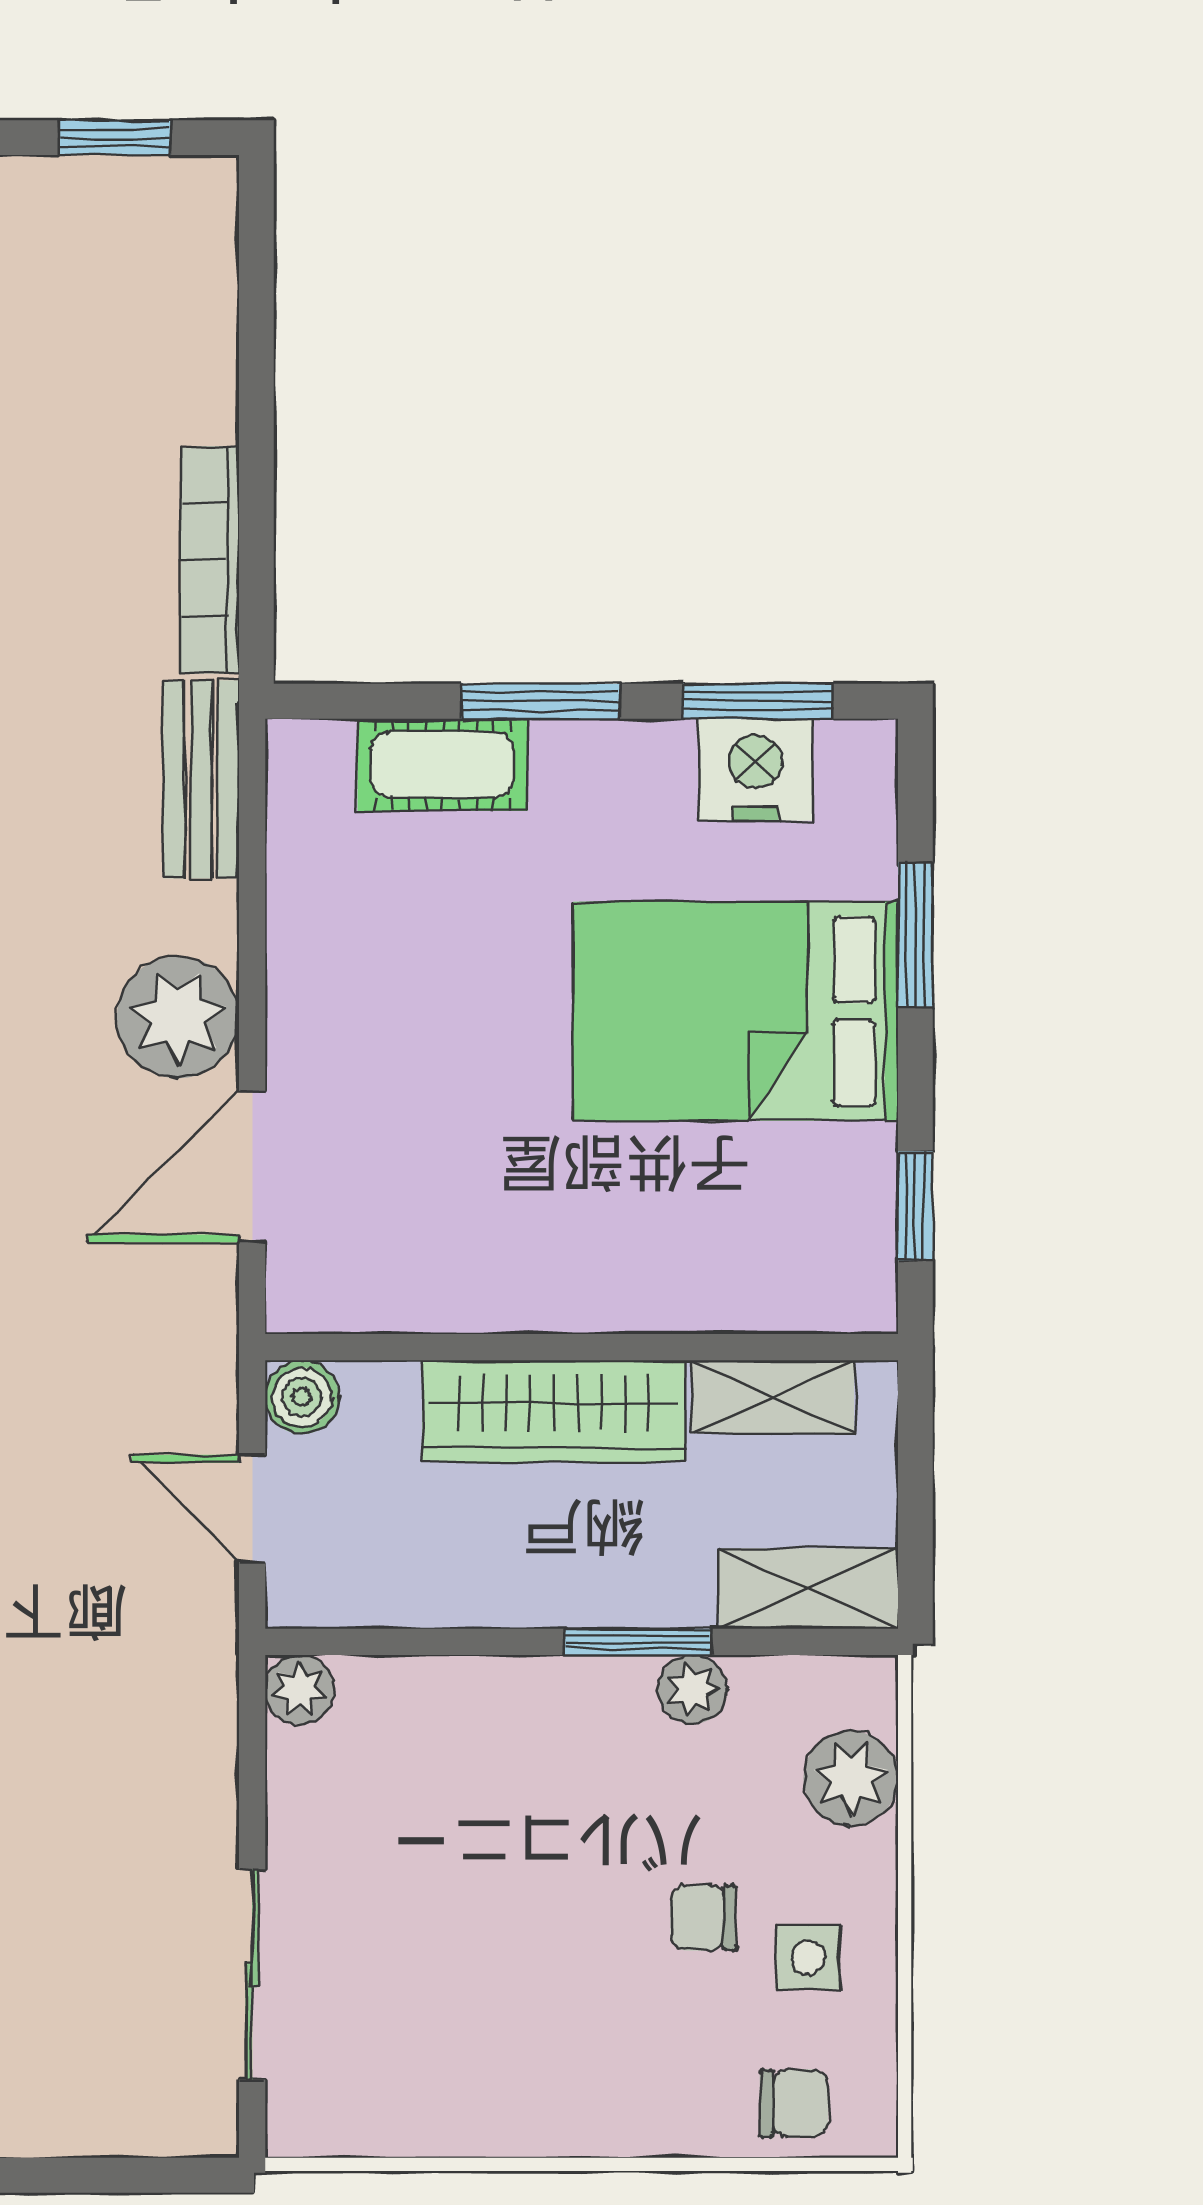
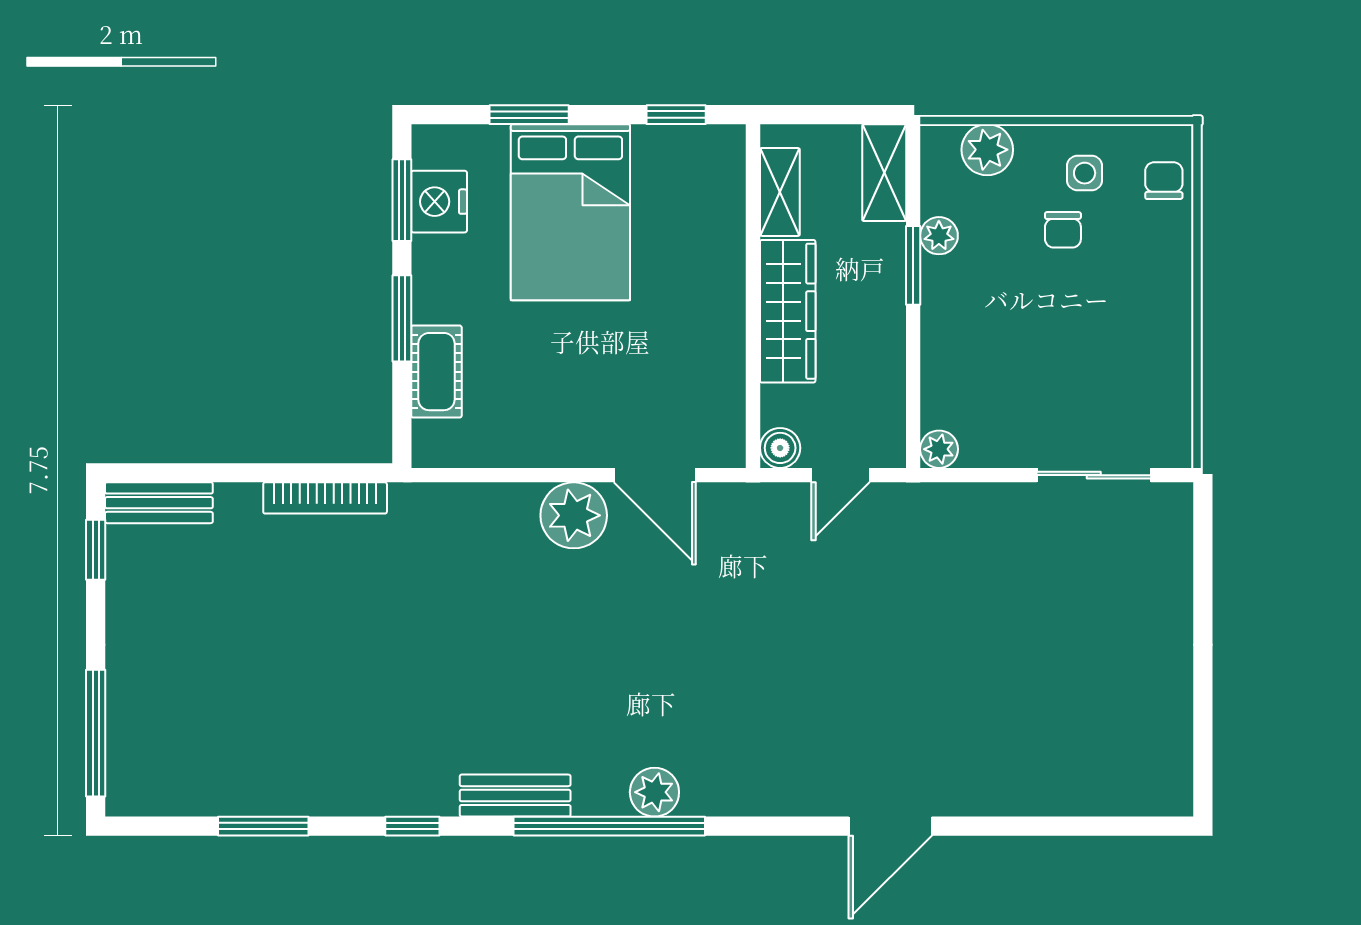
bench: (201, 779) -> (159, 503), moved

